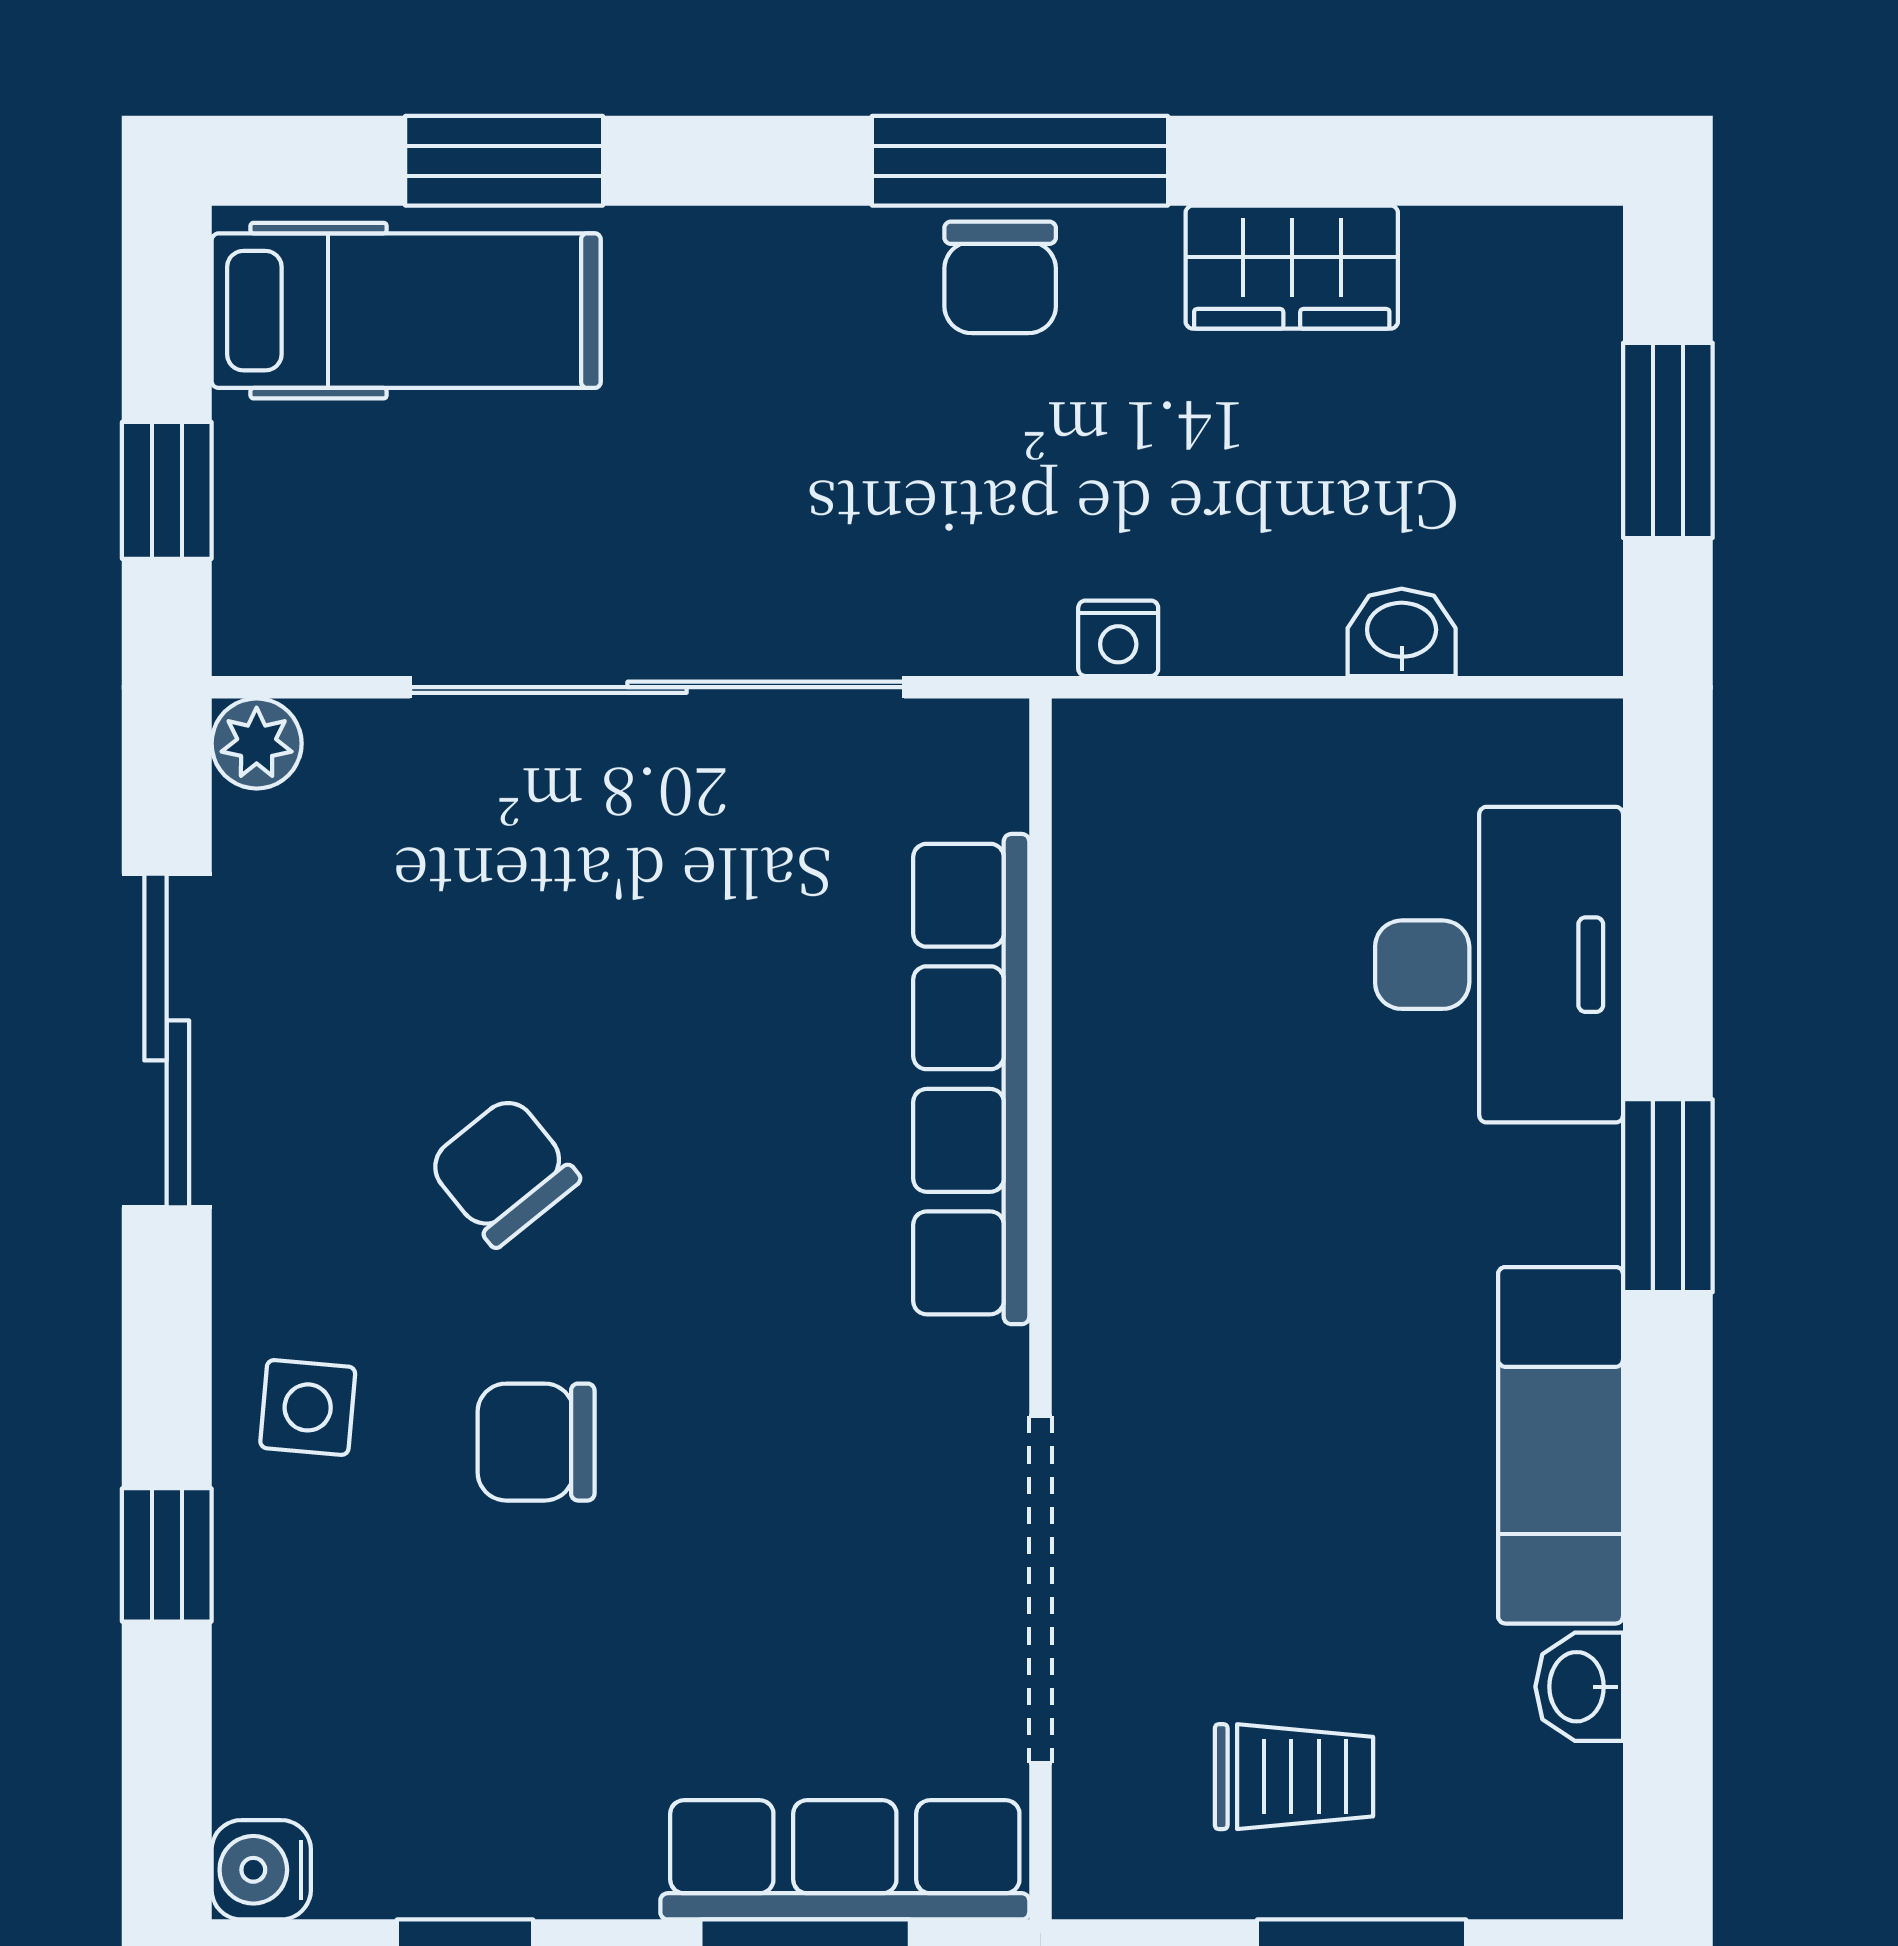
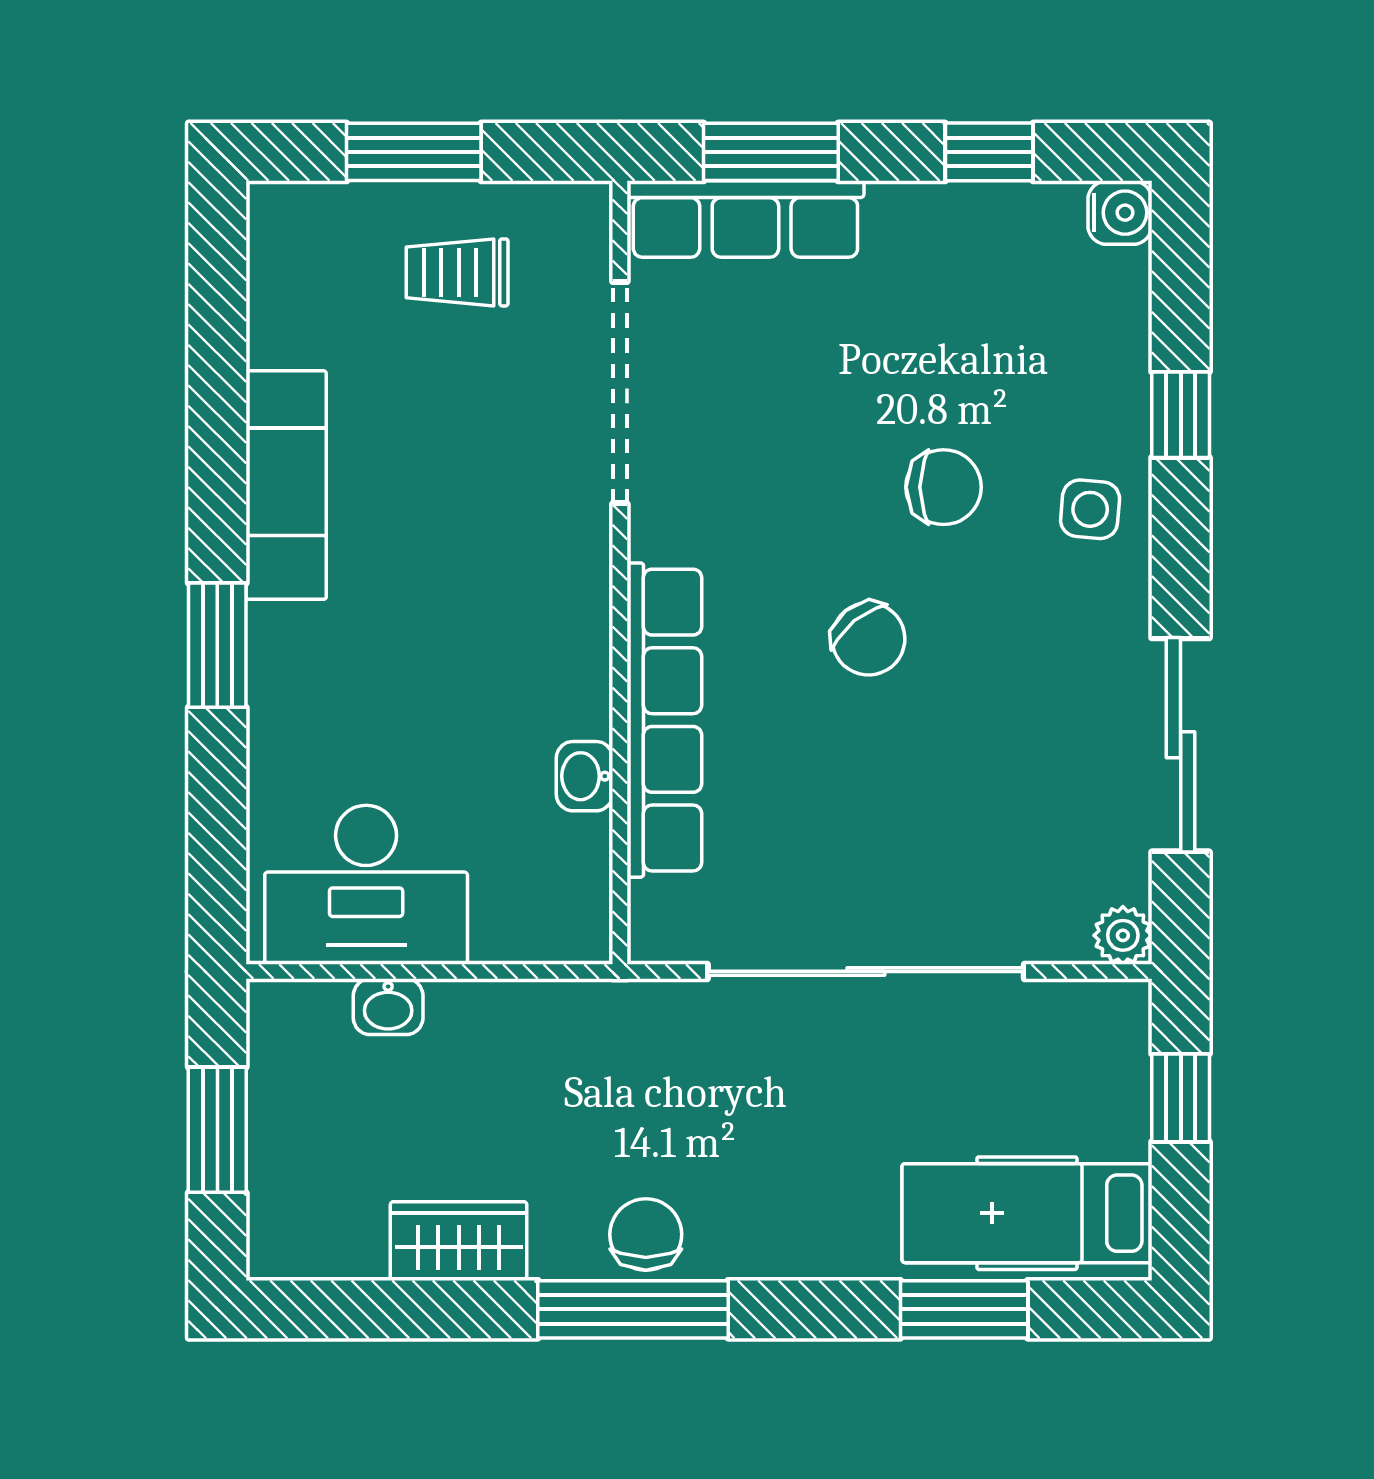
nightstand: (1118, 638) -> (570, 1003), removed
desk: (1499, 965) -> (366, 885), moved, turned -90
chair: (504, 1171) -> (868, 639), moved
washbasin: (1579, 1687) -> (585, 776), moved, turned 180

